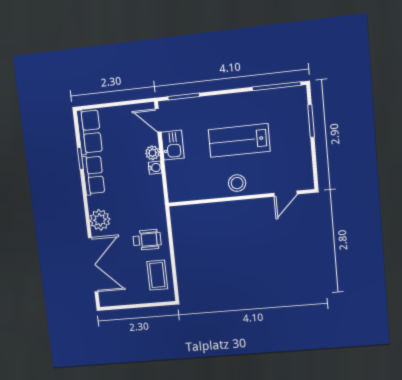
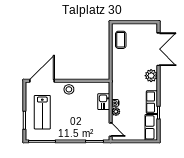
lab bench: (239, 140) -> (42, 112), moved, turned 90
kitchen sink: (173, 145) -> (104, 102), moved
door: (286, 194) -> (42, 81), width x1.88
wheelchair: (147, 240) -> (125, 61), removed
double door: (93, 265) -> (158, 49), swing flipped

